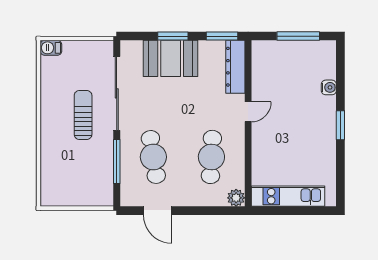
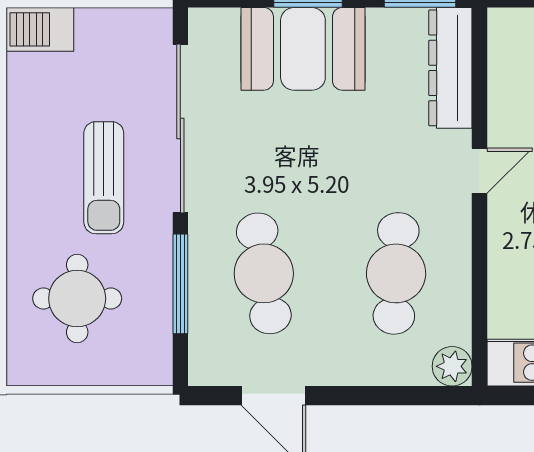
barbecue: (51, 48) -> (40, 29), width x1.38, depth x1.27
sun lounger: (83, 115) -> (104, 178), turned 180
round table: (71, 168) -> (77, 298), added

